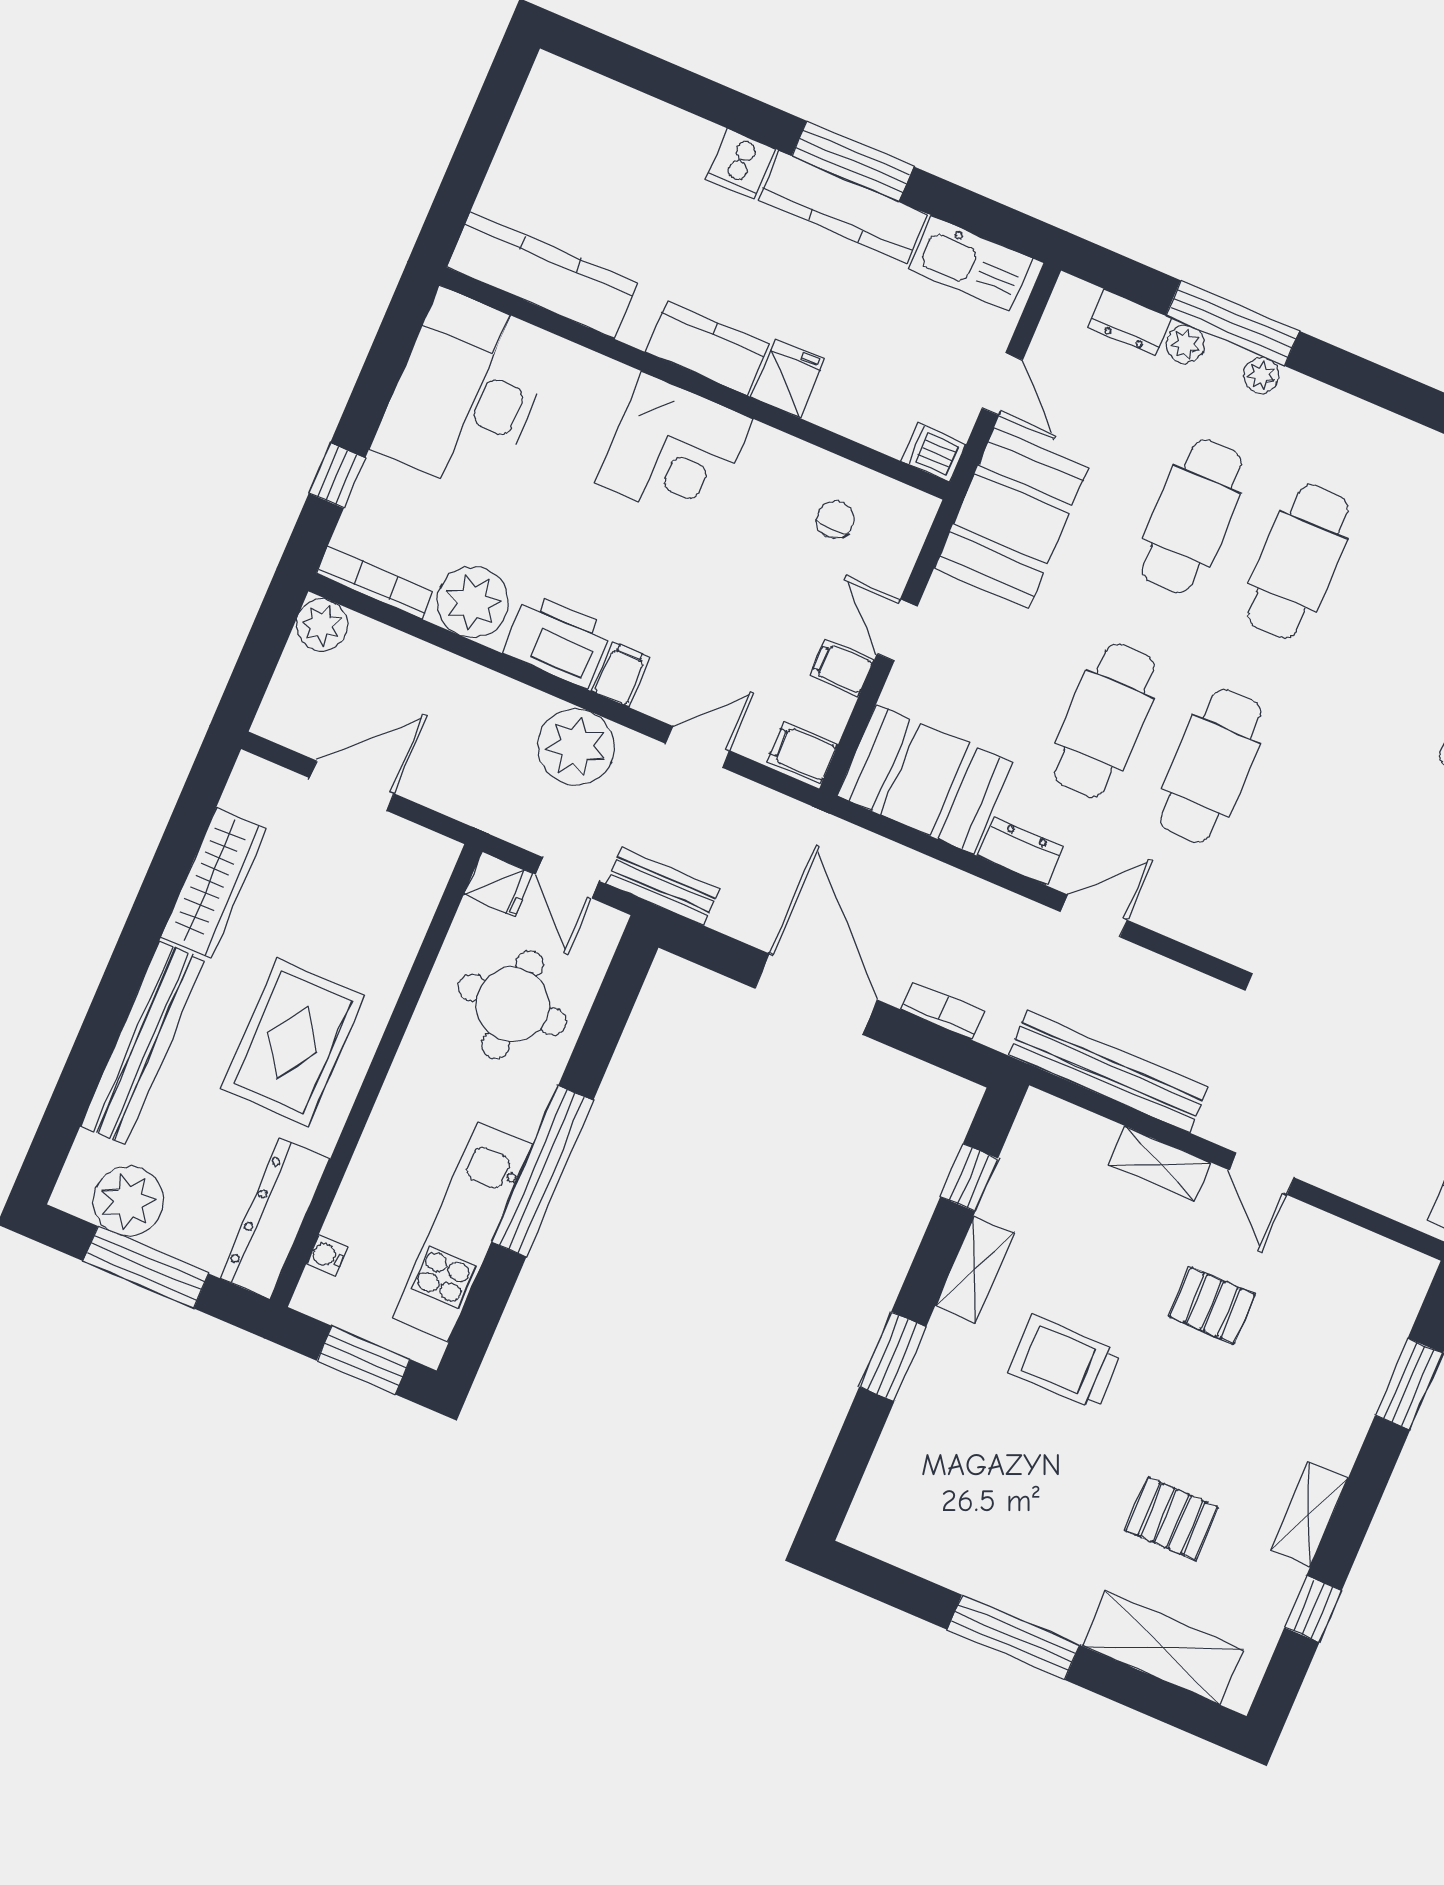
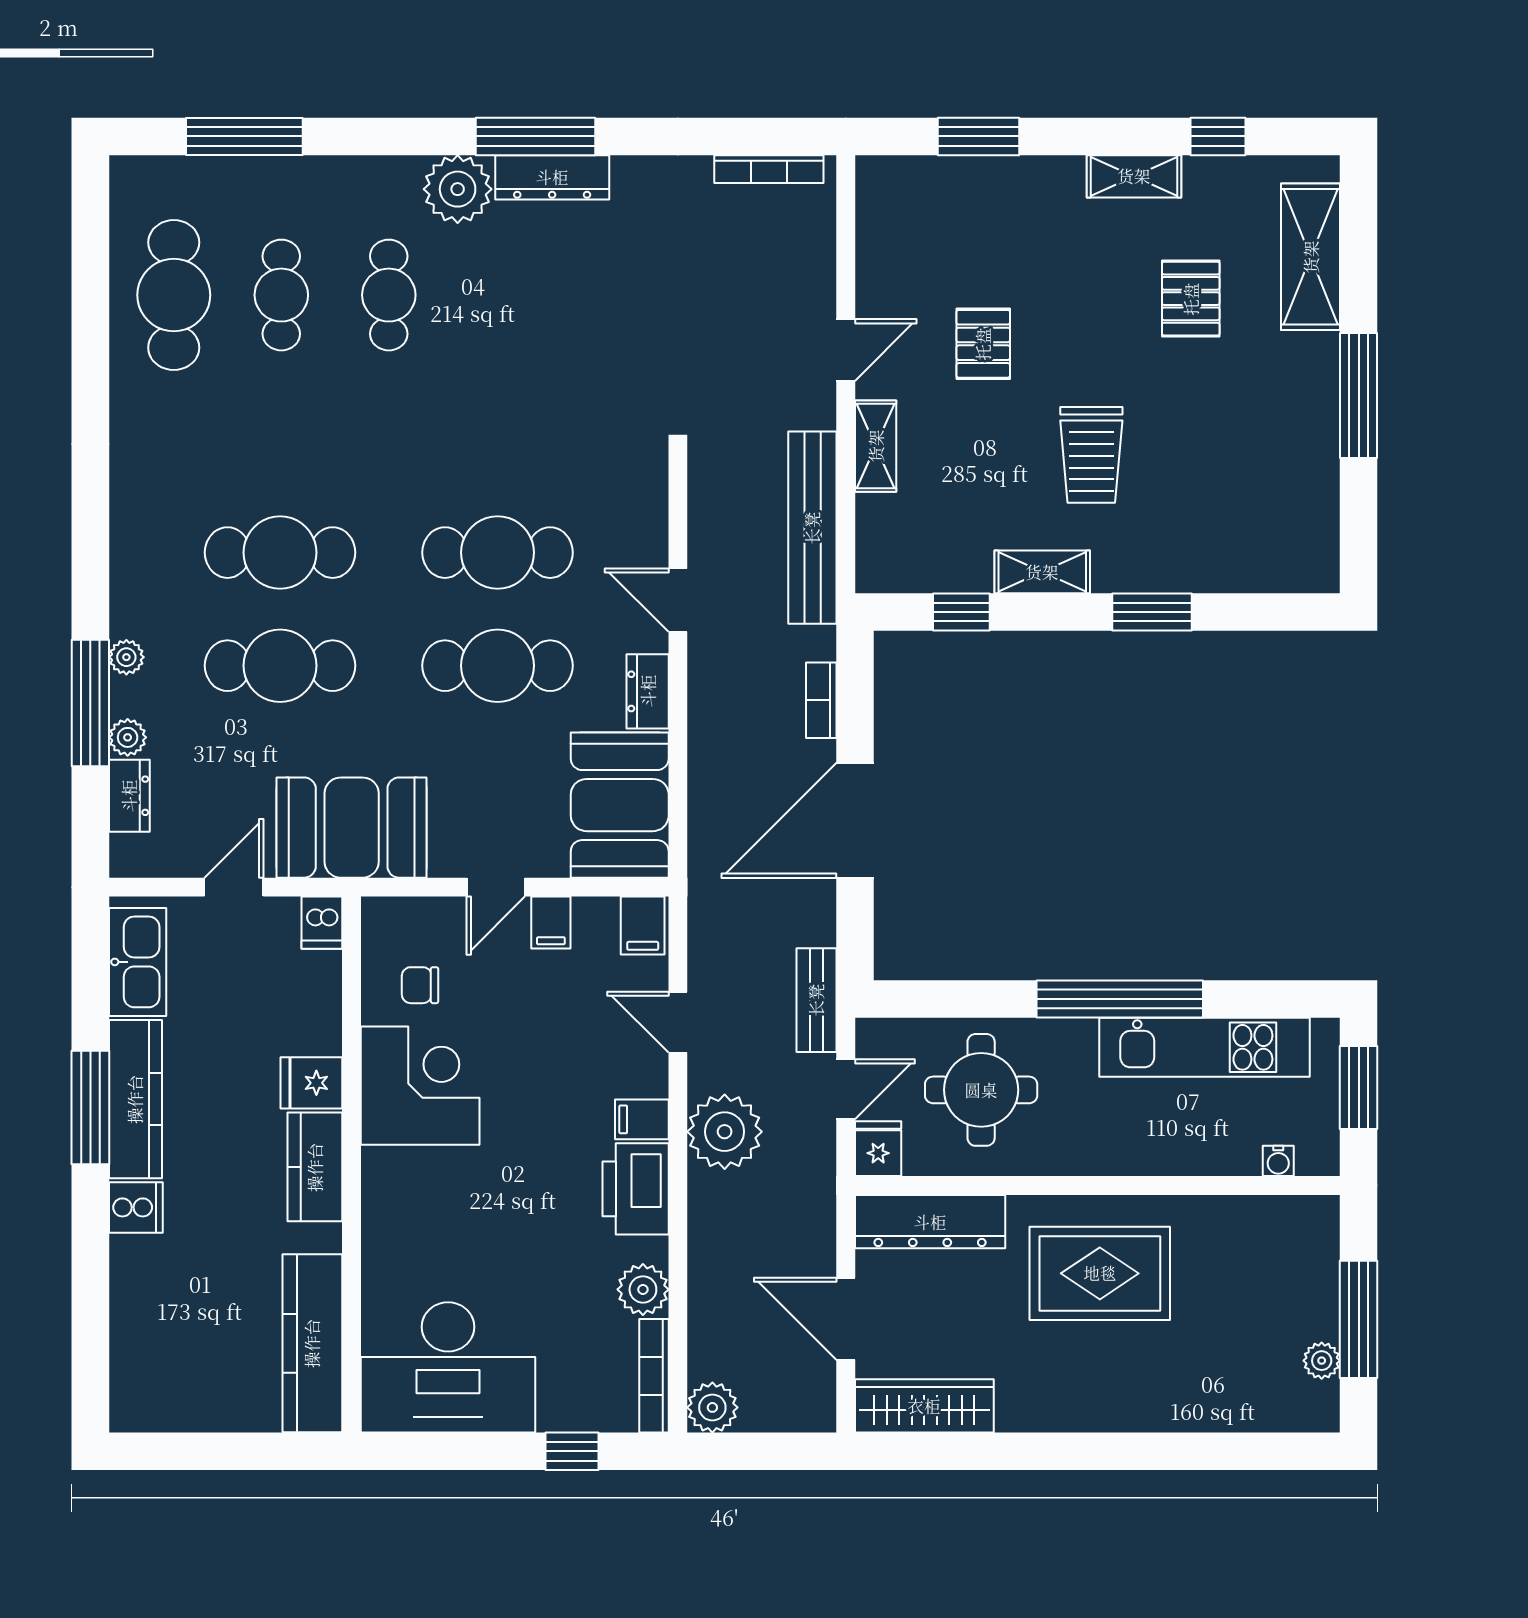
corner desk: (674, 451) -> (420, 1086), moved
plant: (473, 602) -> (643, 1289), width x0.73, depth x0.73
wardrobe: (214, 883) -> (924, 1406), moved
bench: (143, 1043) -> (1158, 1408), removed
plant: (128, 1201) -> (1322, 1361), width x0.53, depth x0.53
dresser: (275, 1218) -> (930, 1222), moved

